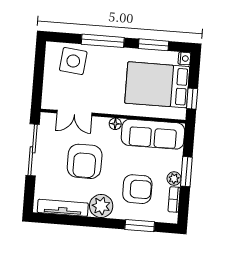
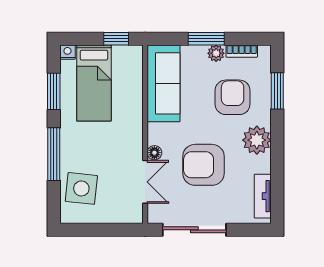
bed: (157, 85) -> (94, 83), width x0.67
floor lamp: (115, 124) -> (154, 153), moved
armchair: (85, 161) -> (203, 165), turned 180
tv unit: (63, 208) -> (263, 196), width x0.71

